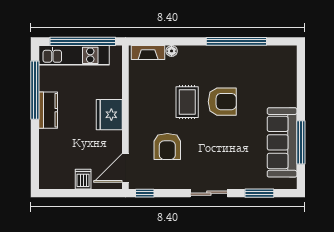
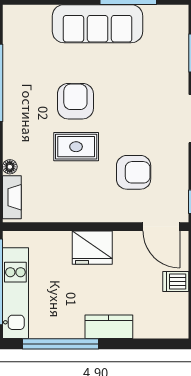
kitchen counter: (48, 110) -> (109, 327), moved
sofa: (282, 142) -> (98, 24), moved

